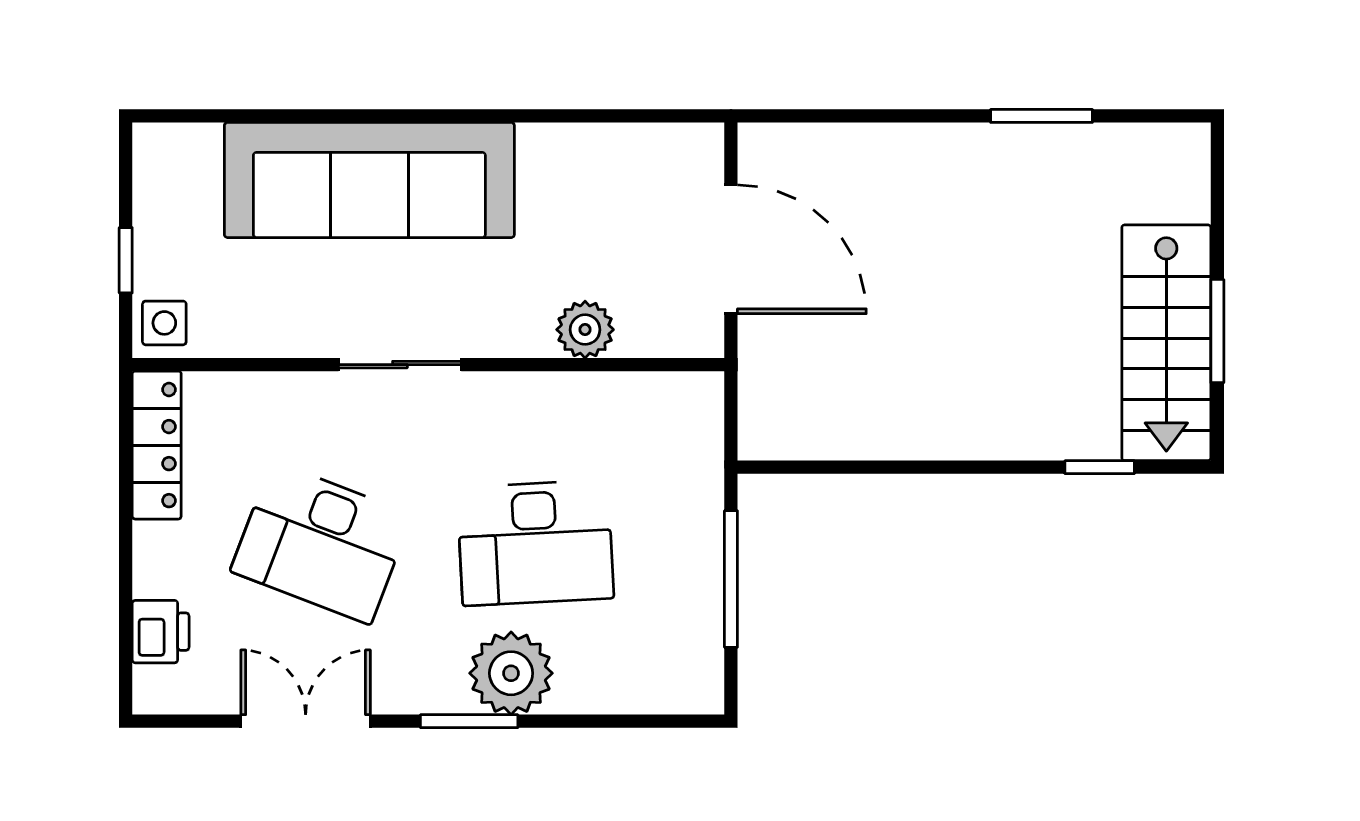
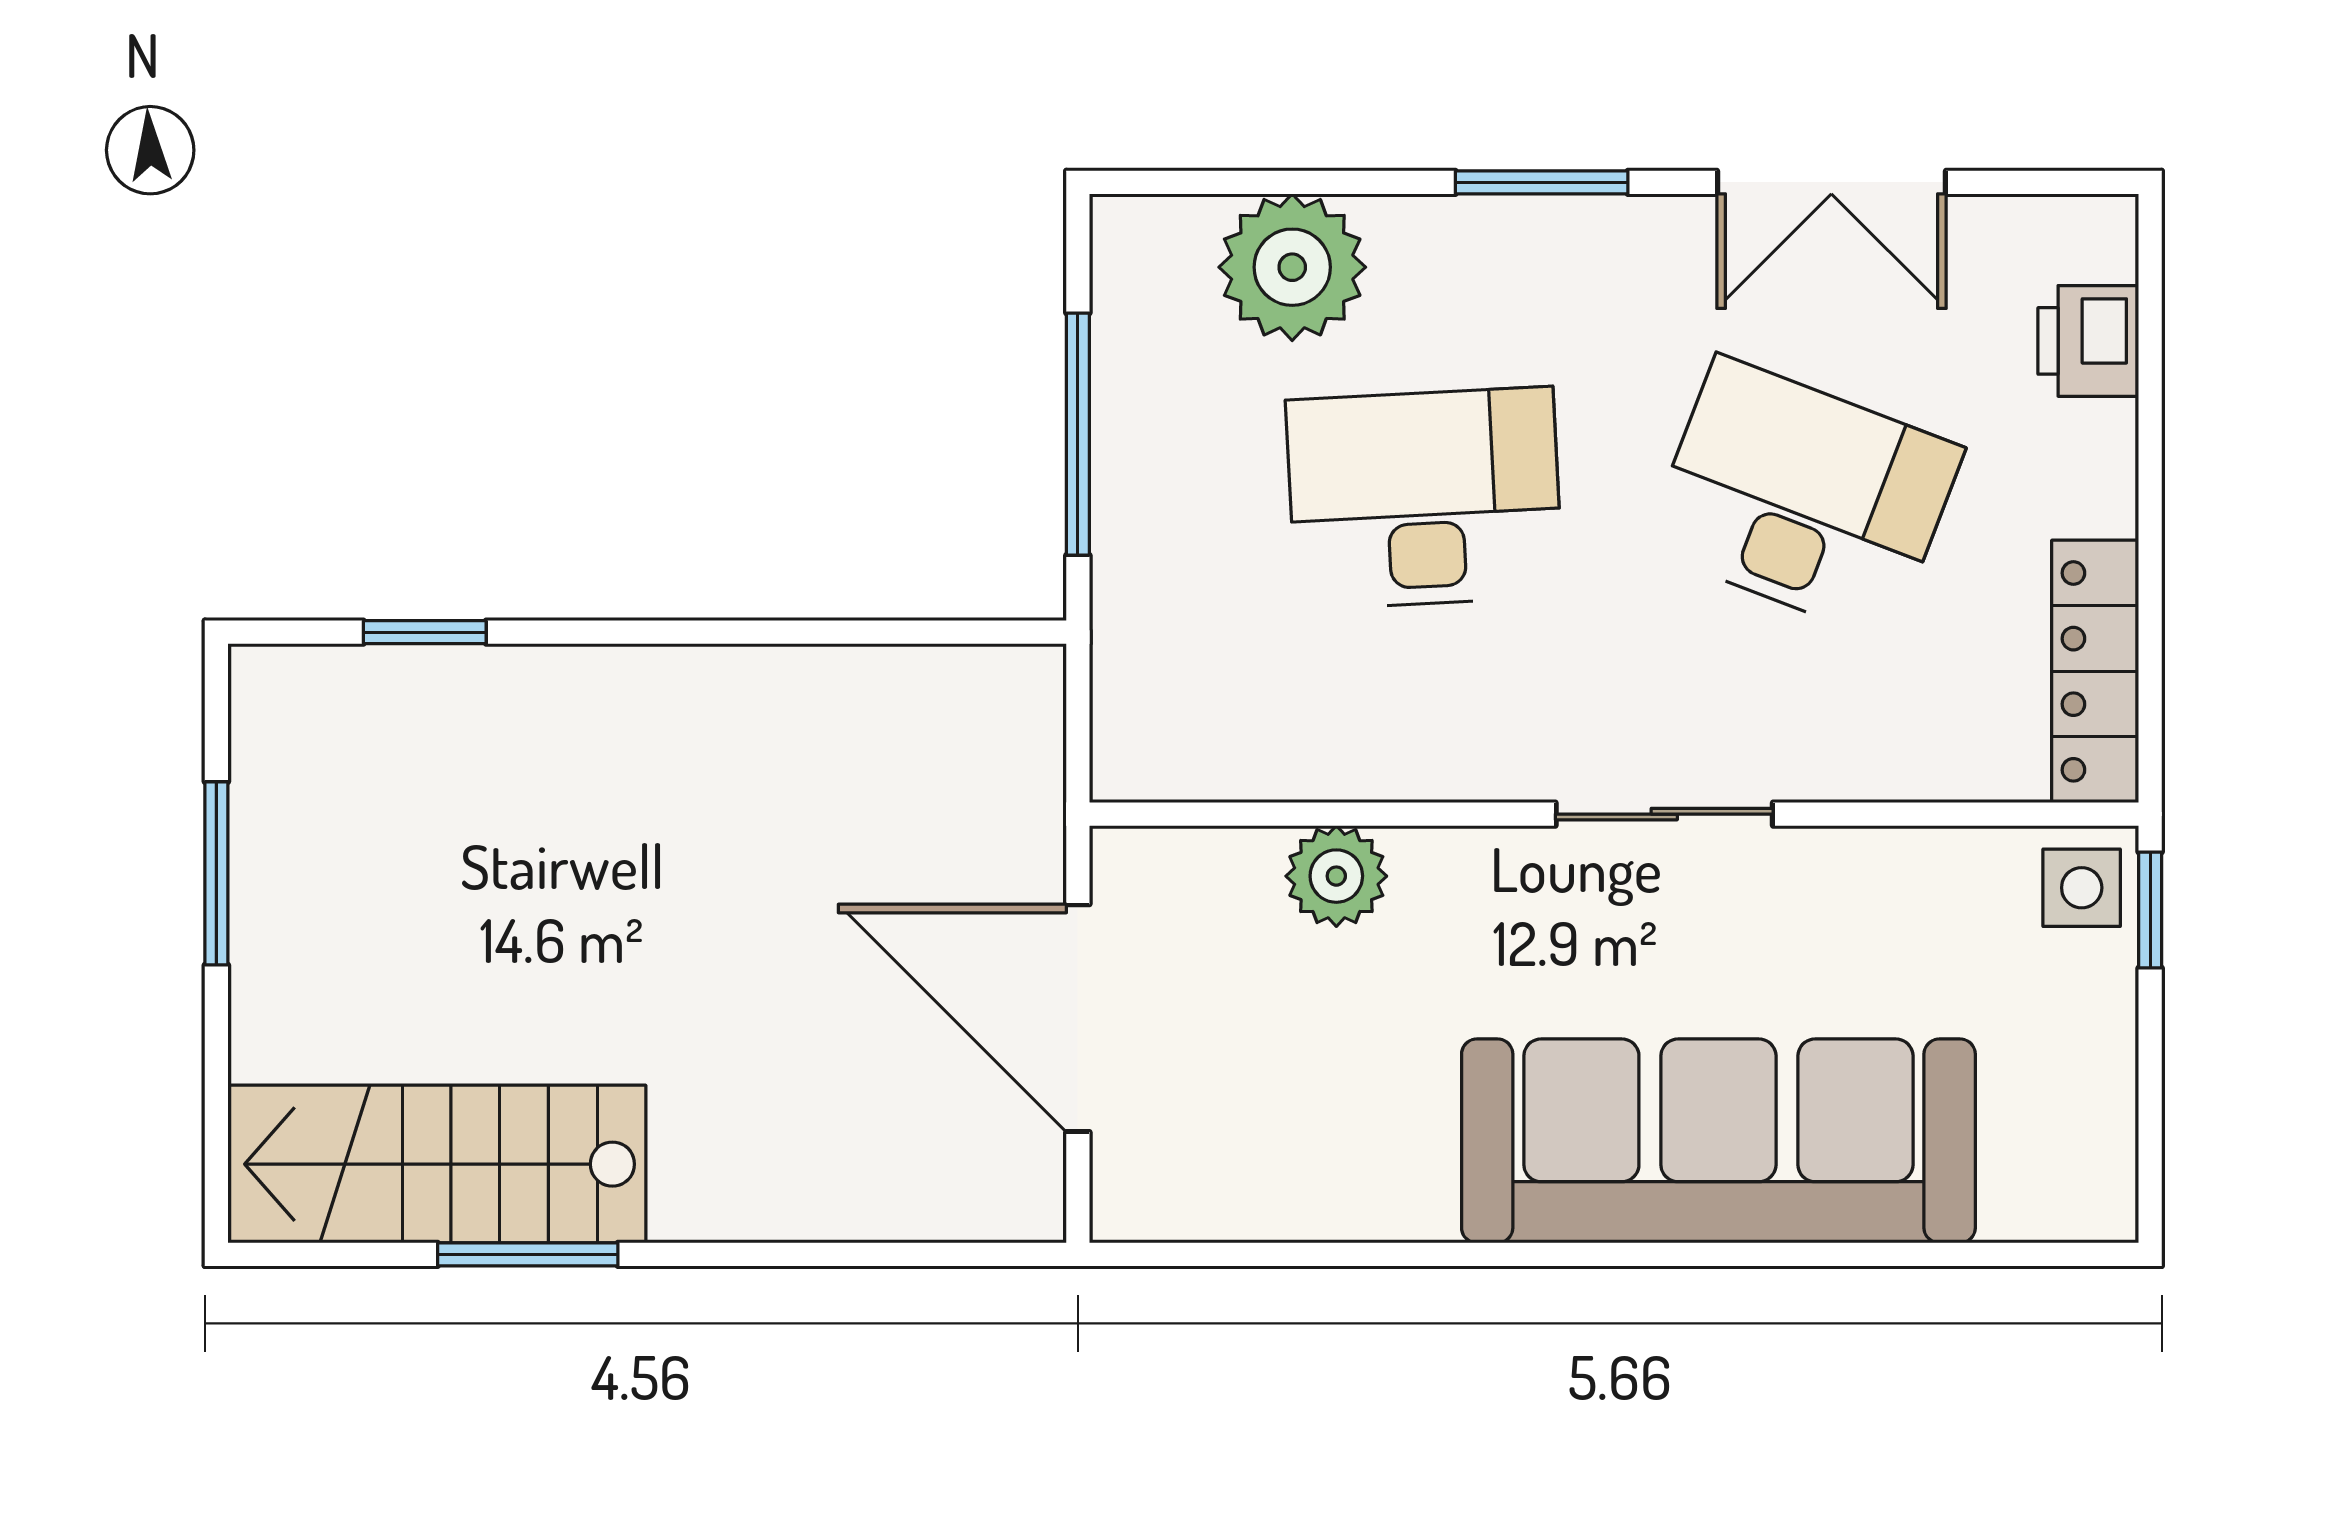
window: (126, 260) -> (2150, 910), moved
stairs: (1166, 343) -> (437, 1164), moved, turned -90
plant: (511, 673) -> (1292, 267), moved

